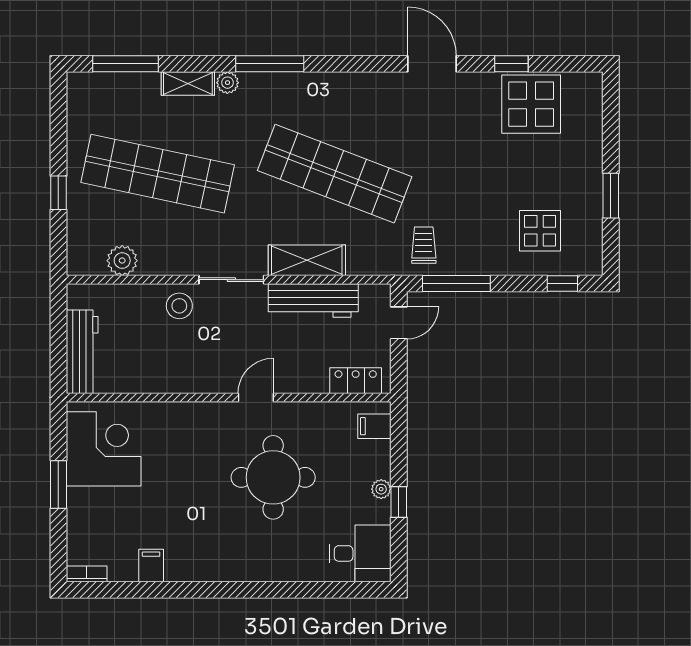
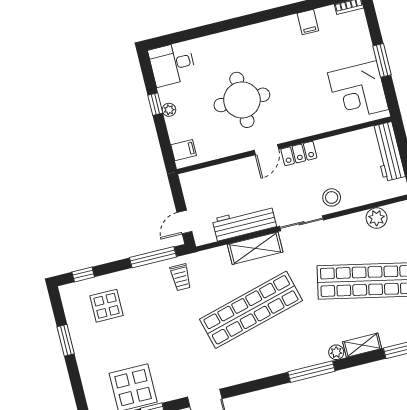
shop shelf: (335, 174) -> (251, 310), turned -36
locker: (356, 381) -> (299, 153), moved

